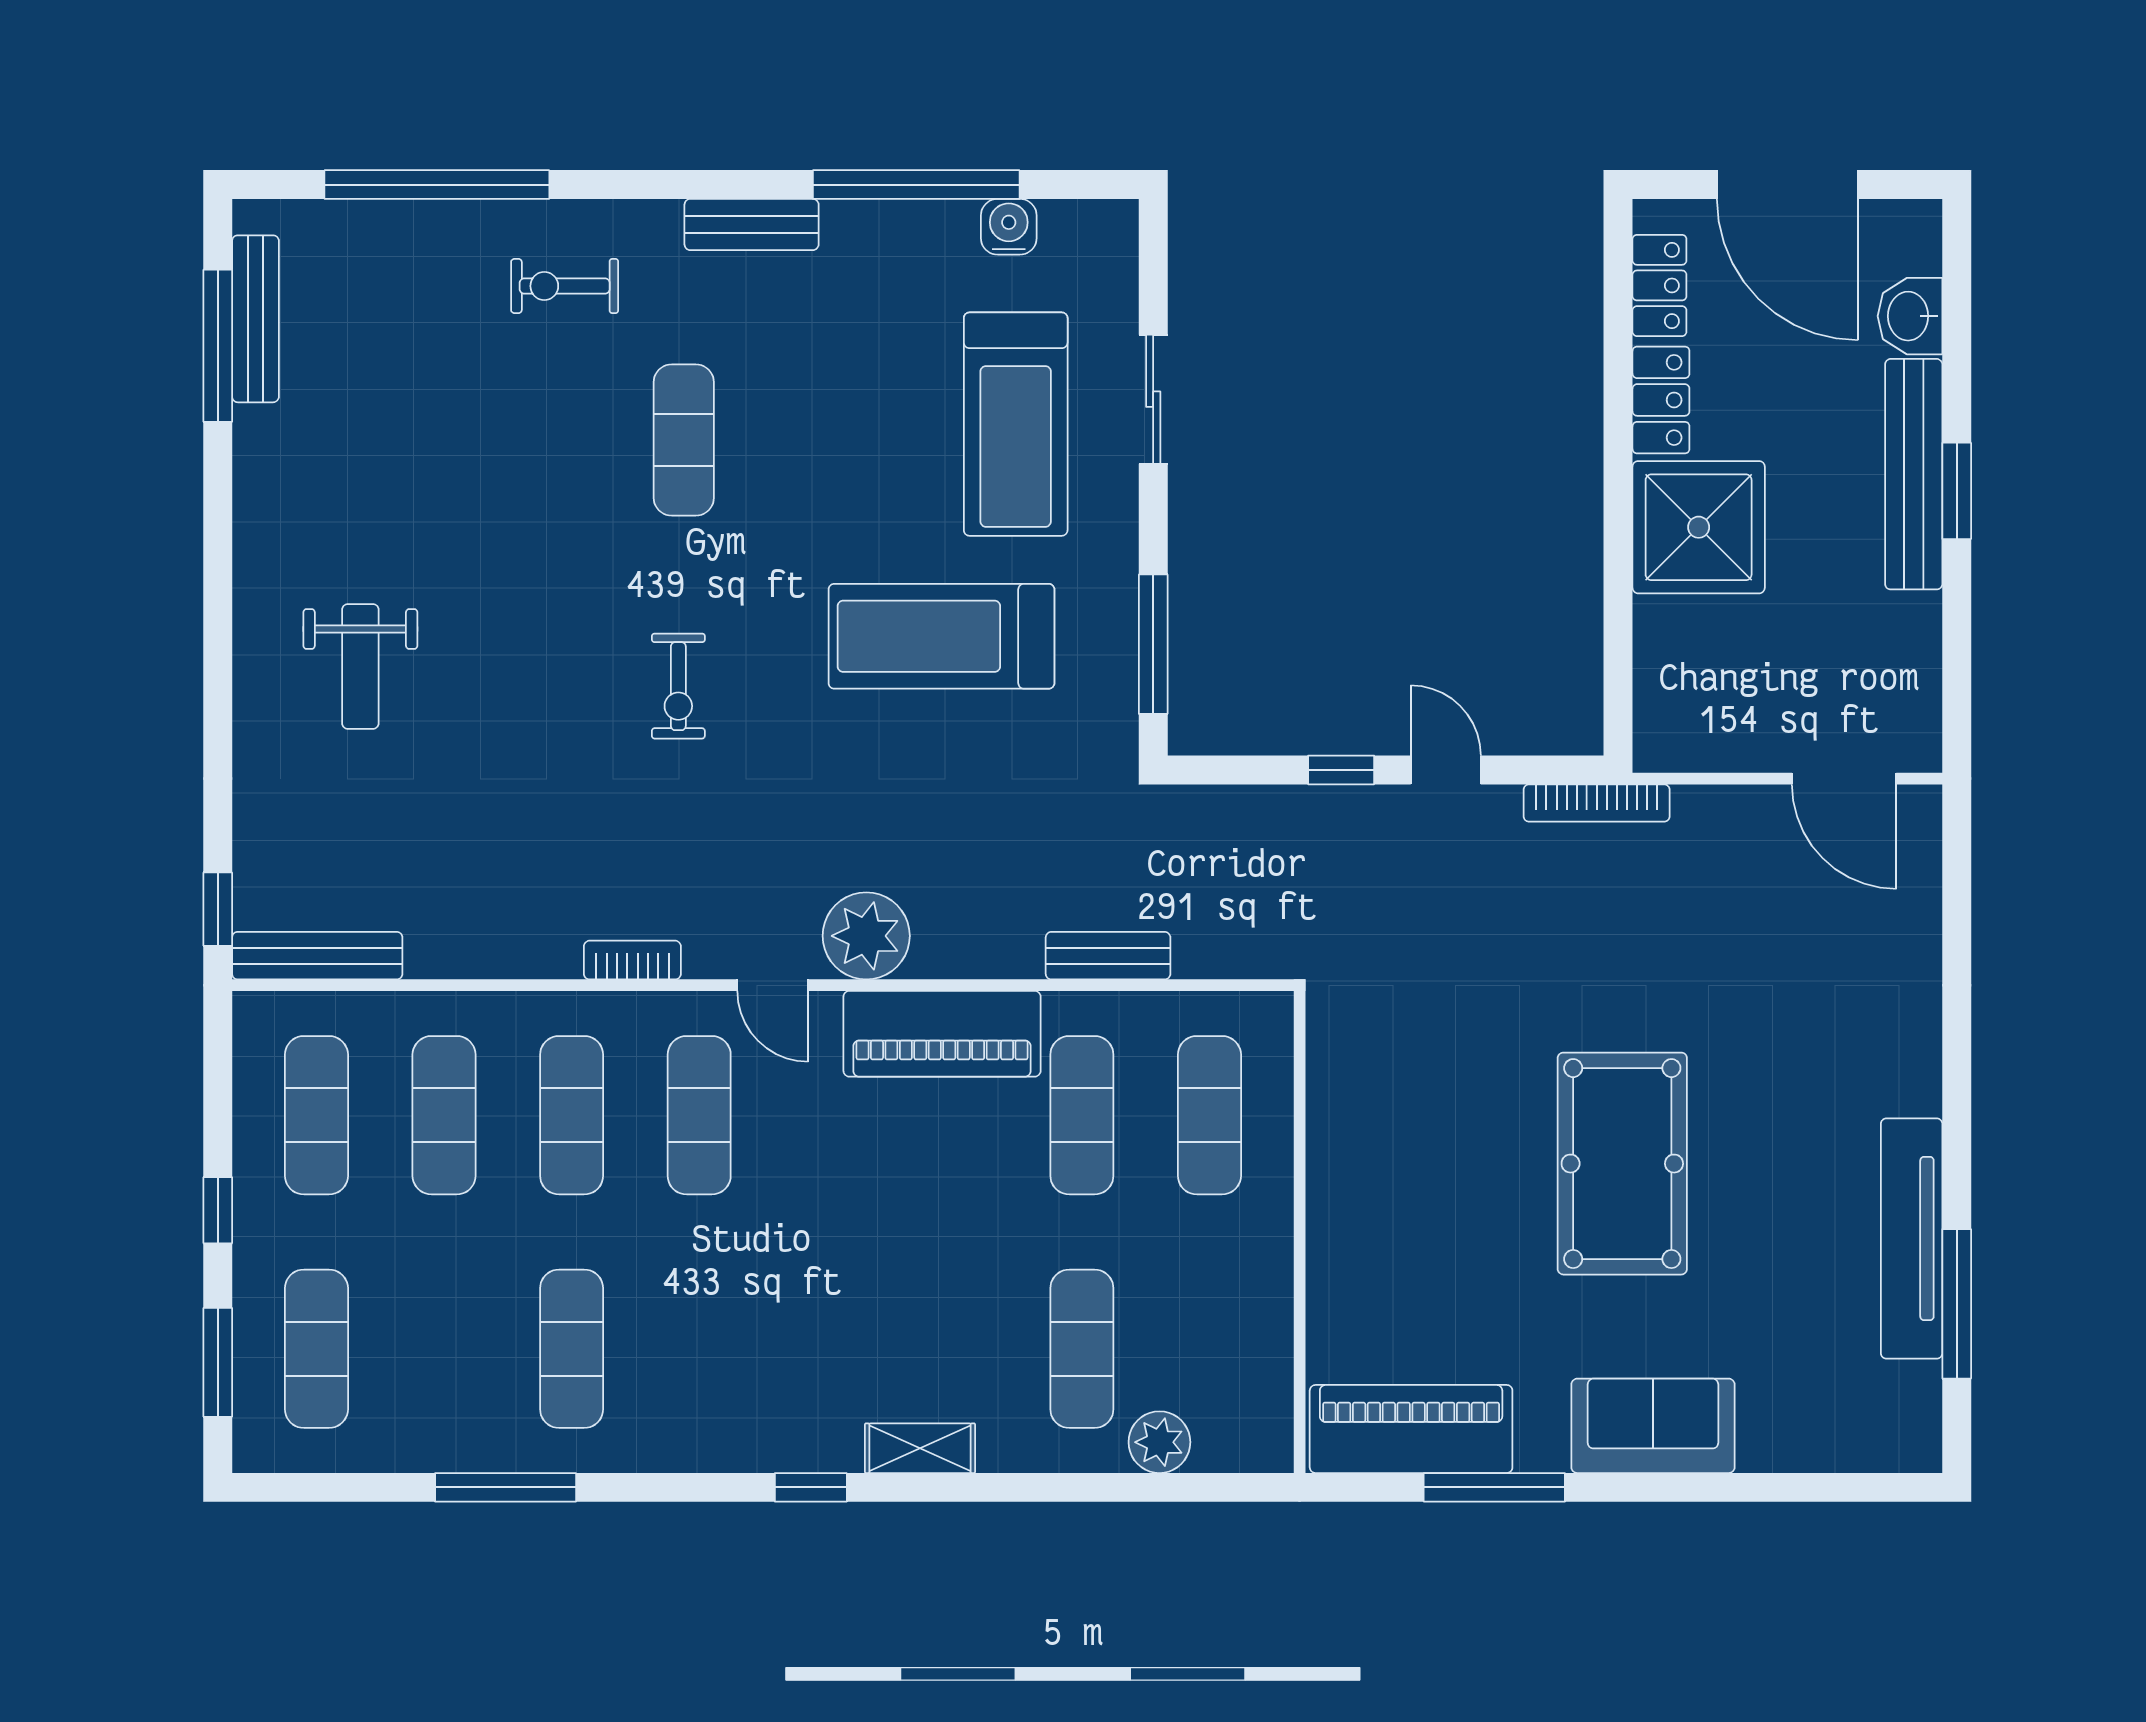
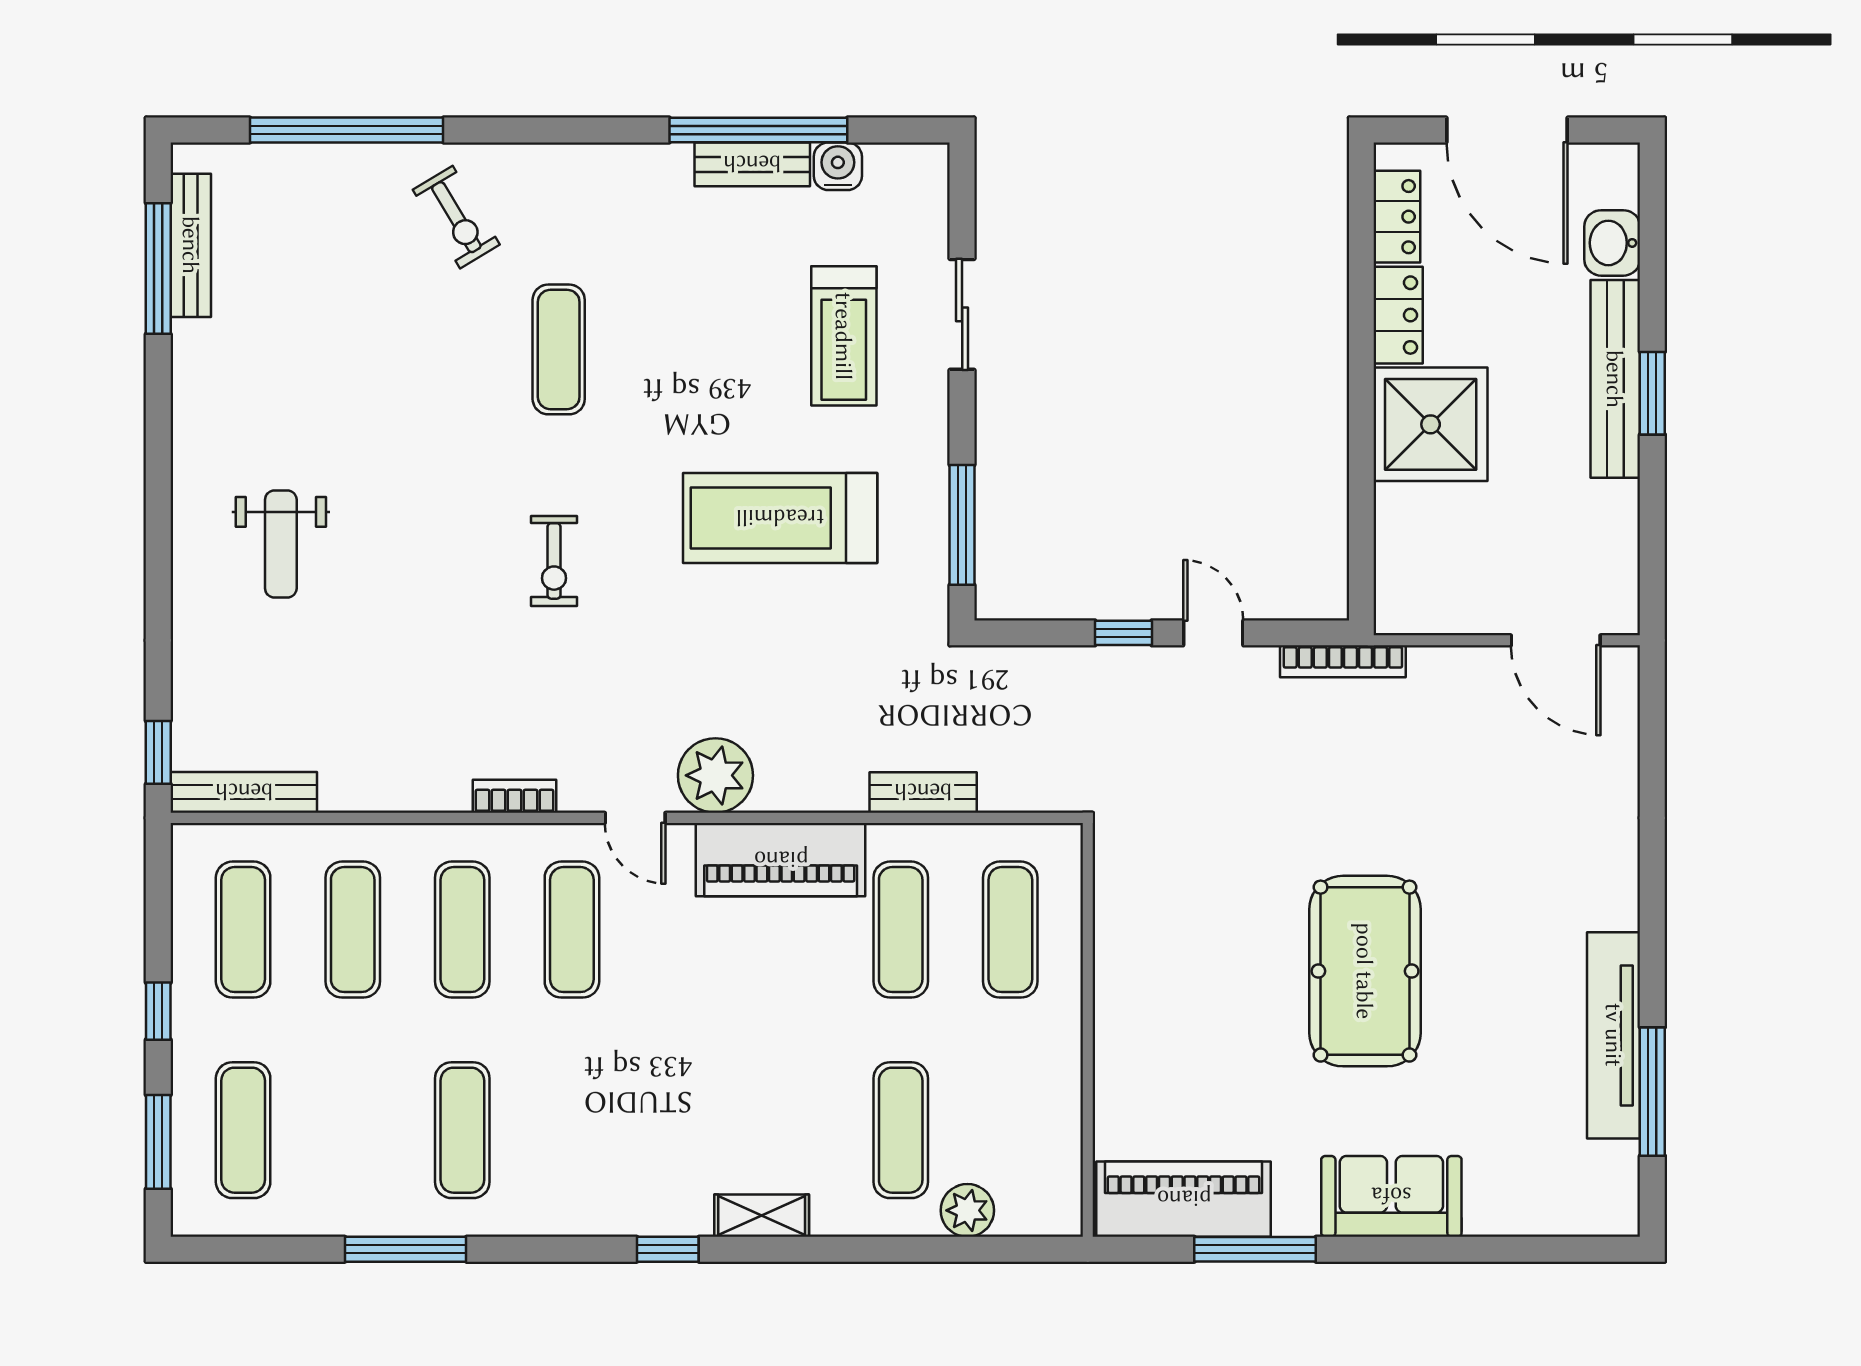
bench: (752, 225) -> (752, 164), moved
exercise bike: (565, 286) -> (456, 217), turned -121
treadmill: (1016, 424) -> (844, 336), width x0.73, depth x0.73

